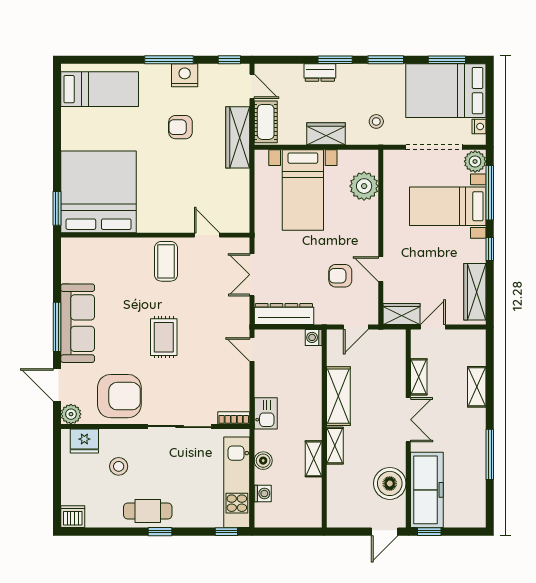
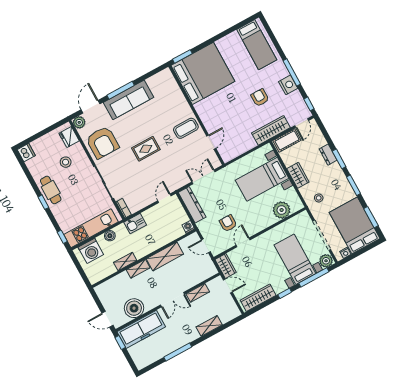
washing machine: (263, 494) -> (91, 251), width x1.89, depth x1.89

